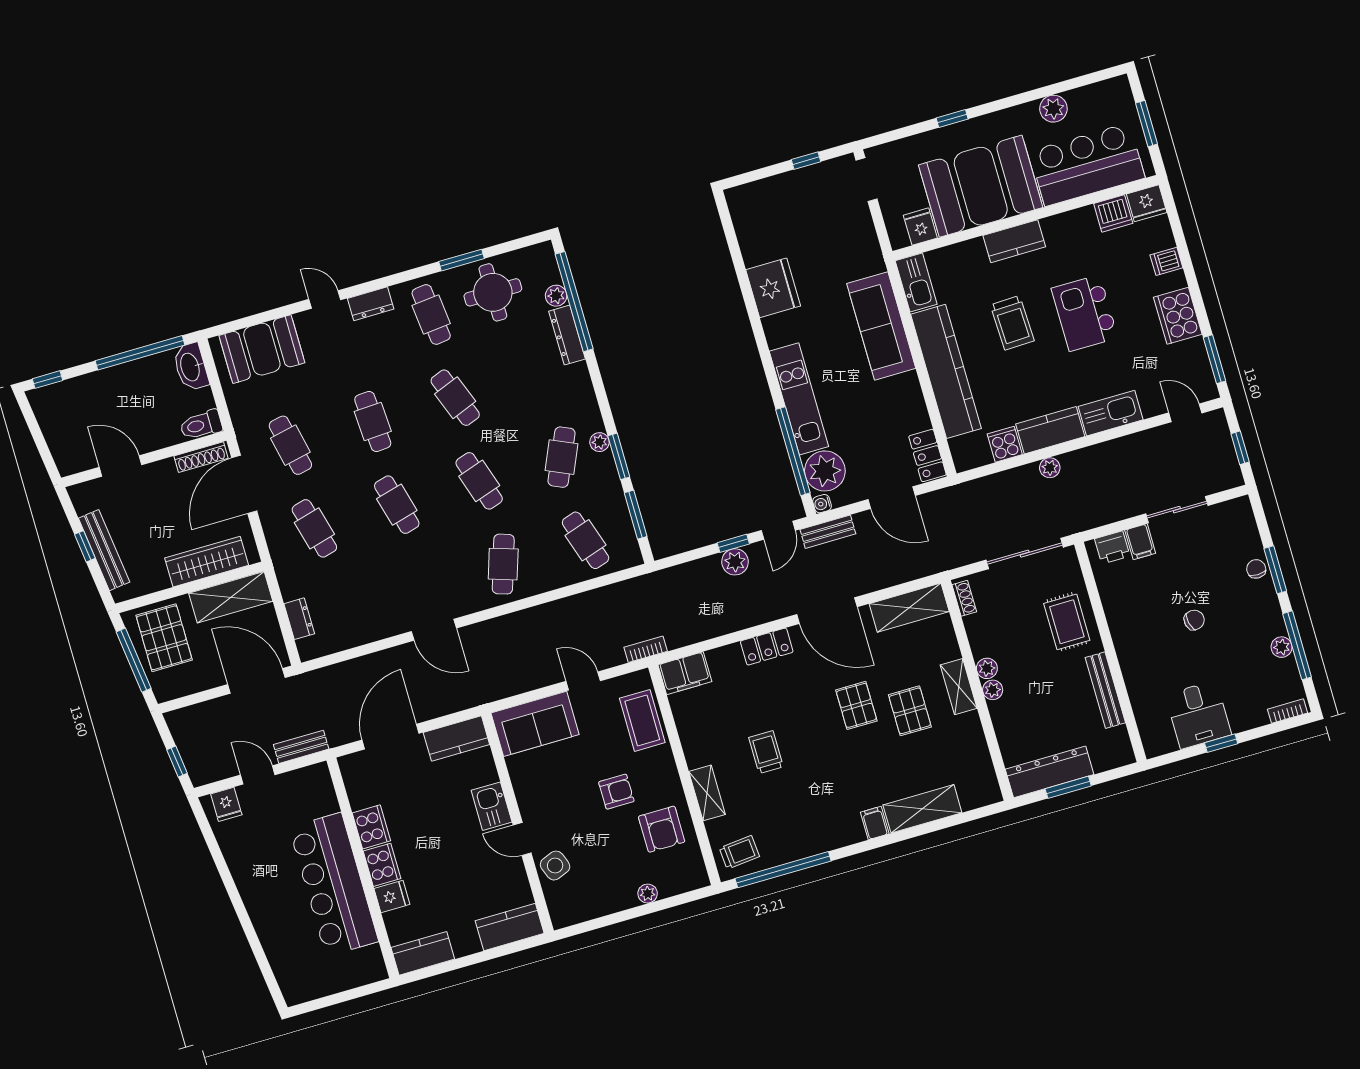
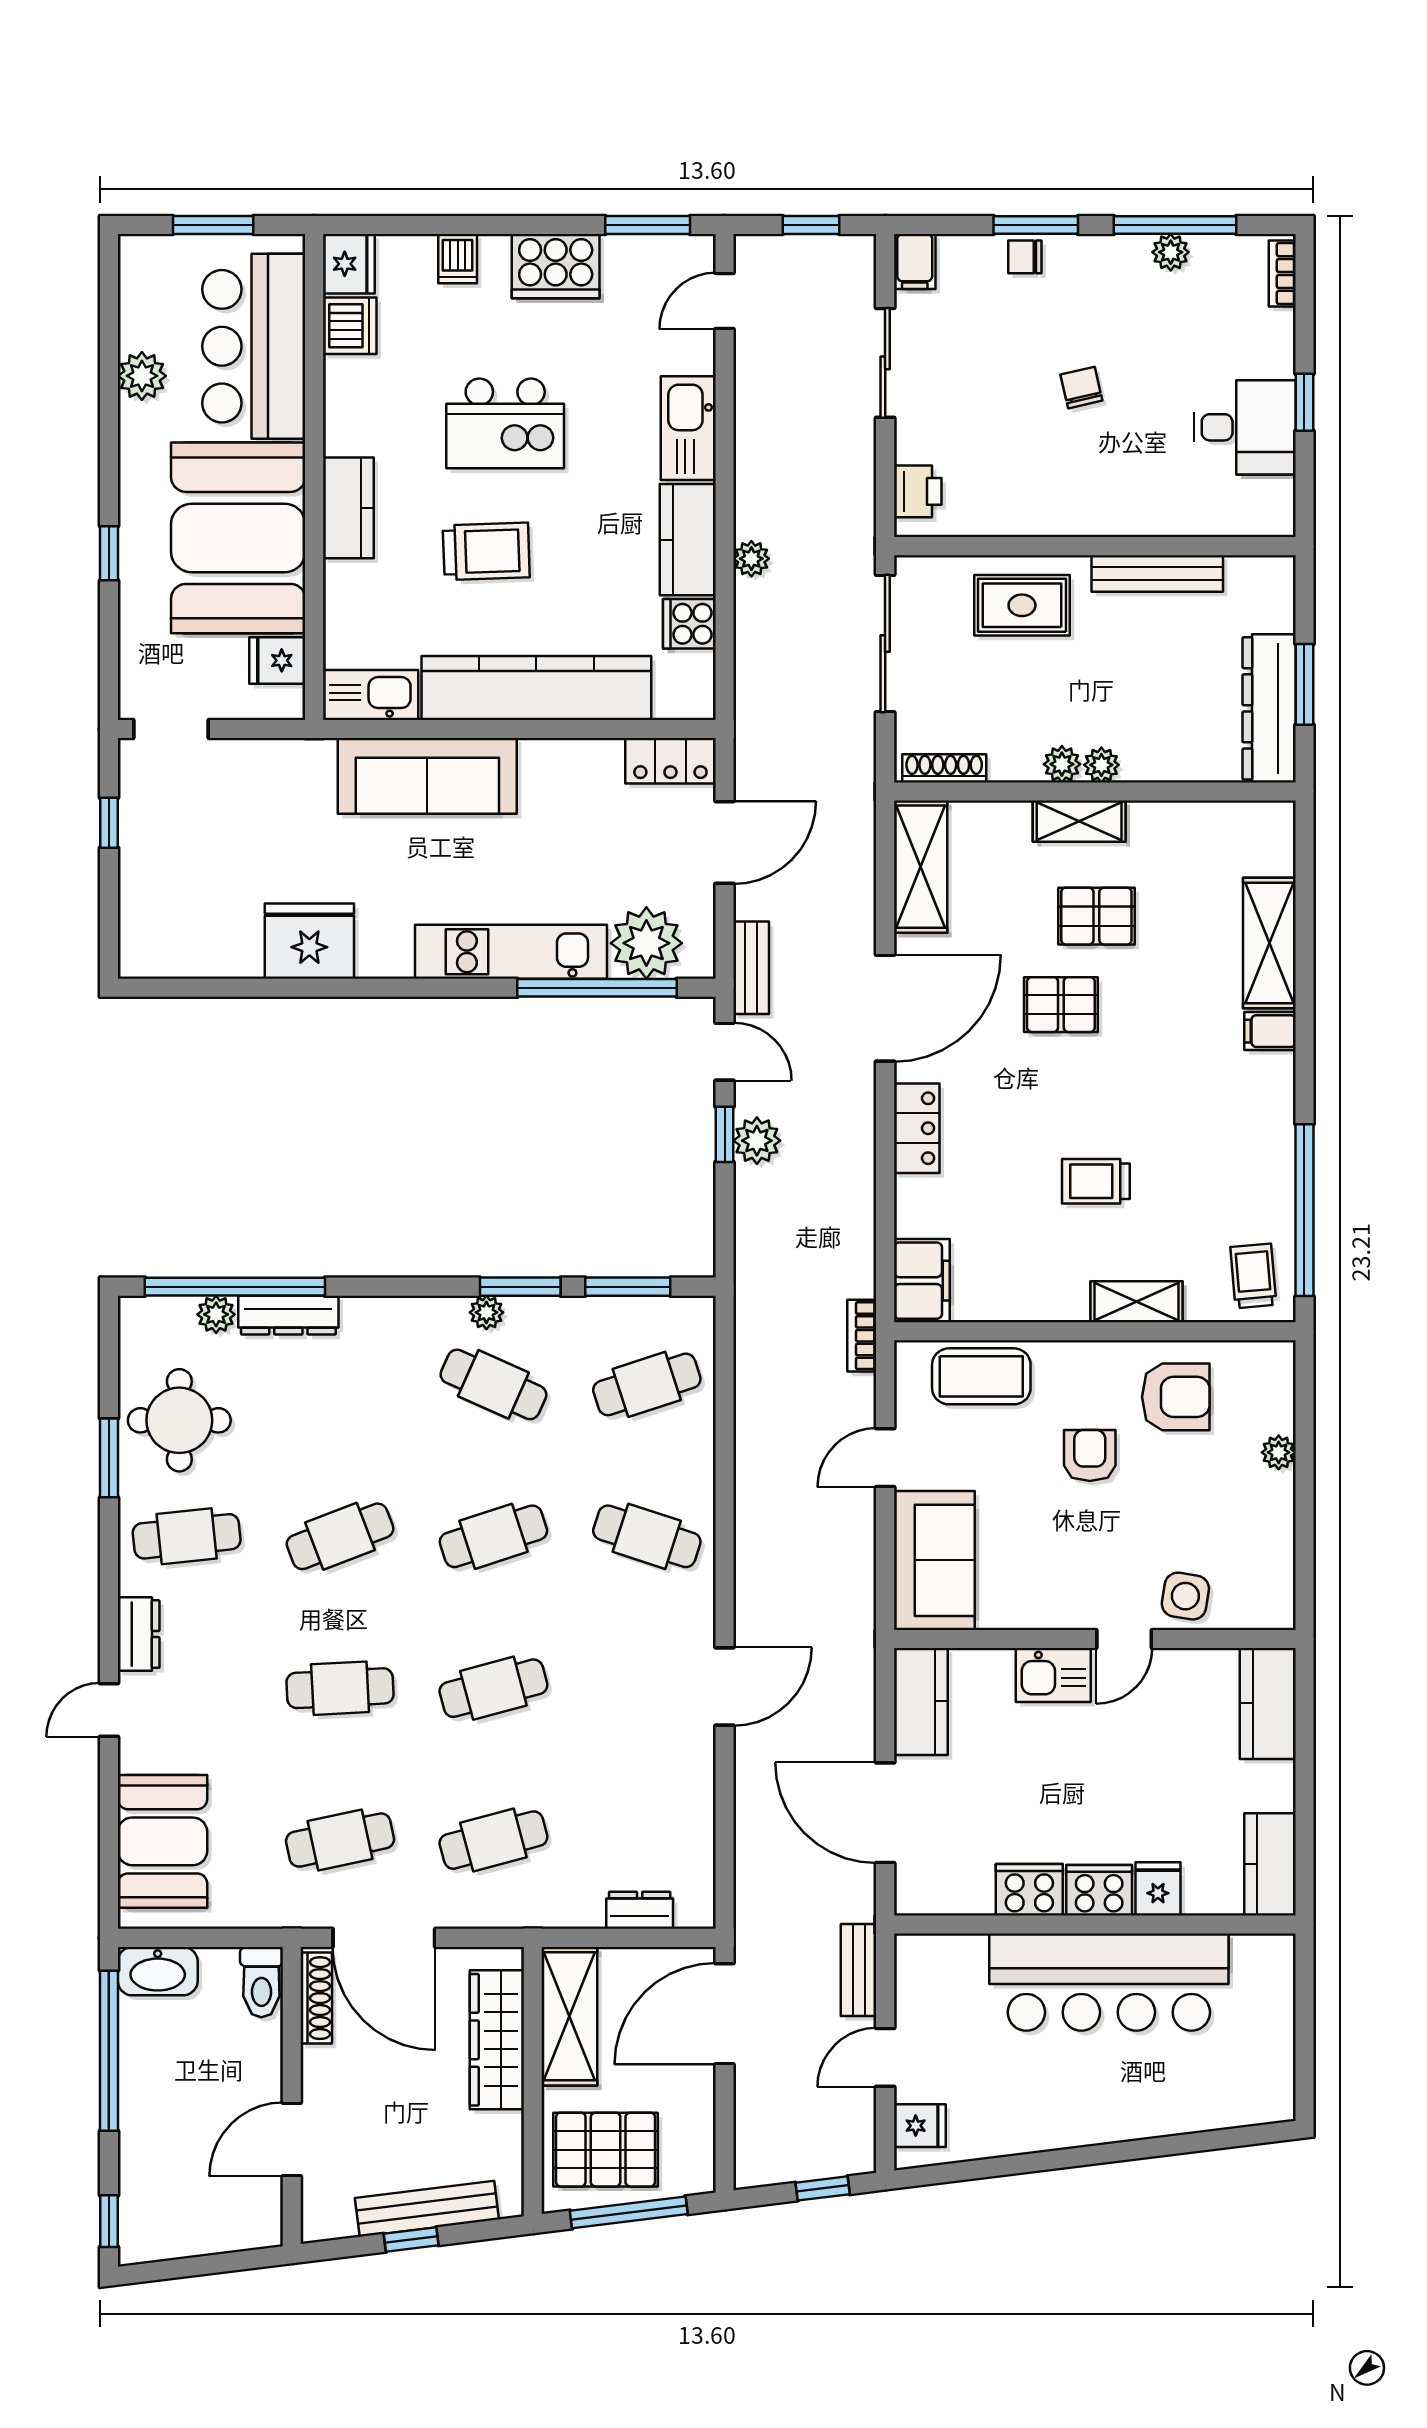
water cooler: (822, 504) -> (701, 964), removed
filing cabinet: (1140, 542) -> (915, 261), moved, turned 90
shoe rack: (964, 598) -> (944, 768), width x1.43
side table: (555, 866) -> (1185, 1596), turned 30

